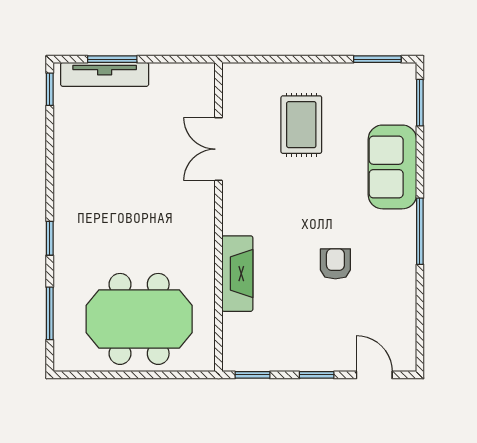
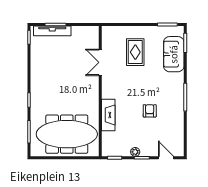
sofa: (392, 167) -> (174, 54), moved
meeting table: (139, 319) -> (67, 134), width x1.36
plant: (301, 361) -> (135, 152), added

